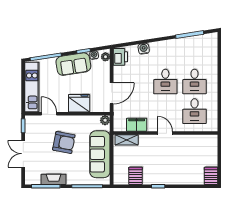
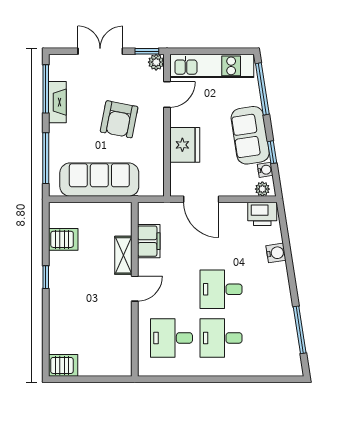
plant: (105, 120) -> (156, 62), moved
shelving: (127, 140) -> (123, 255), moved

